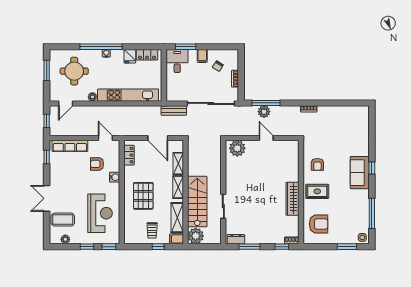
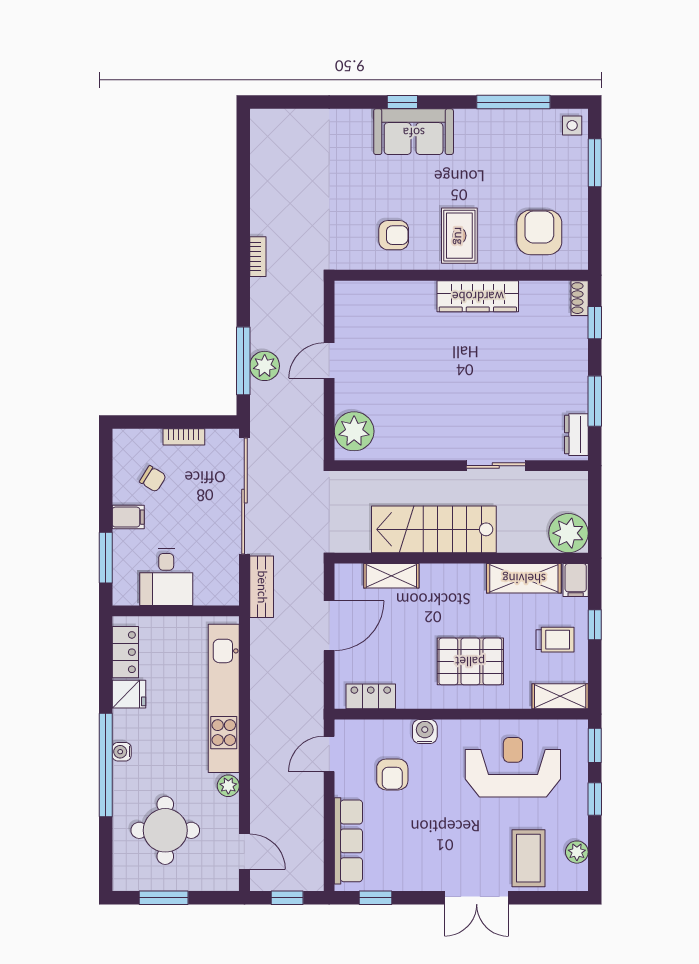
desk: (177, 61) -> (166, 577), moved, turned -90
shelving: (178, 187) -> (560, 696), moved
stairs: (197, 202) -> (434, 529), moved

